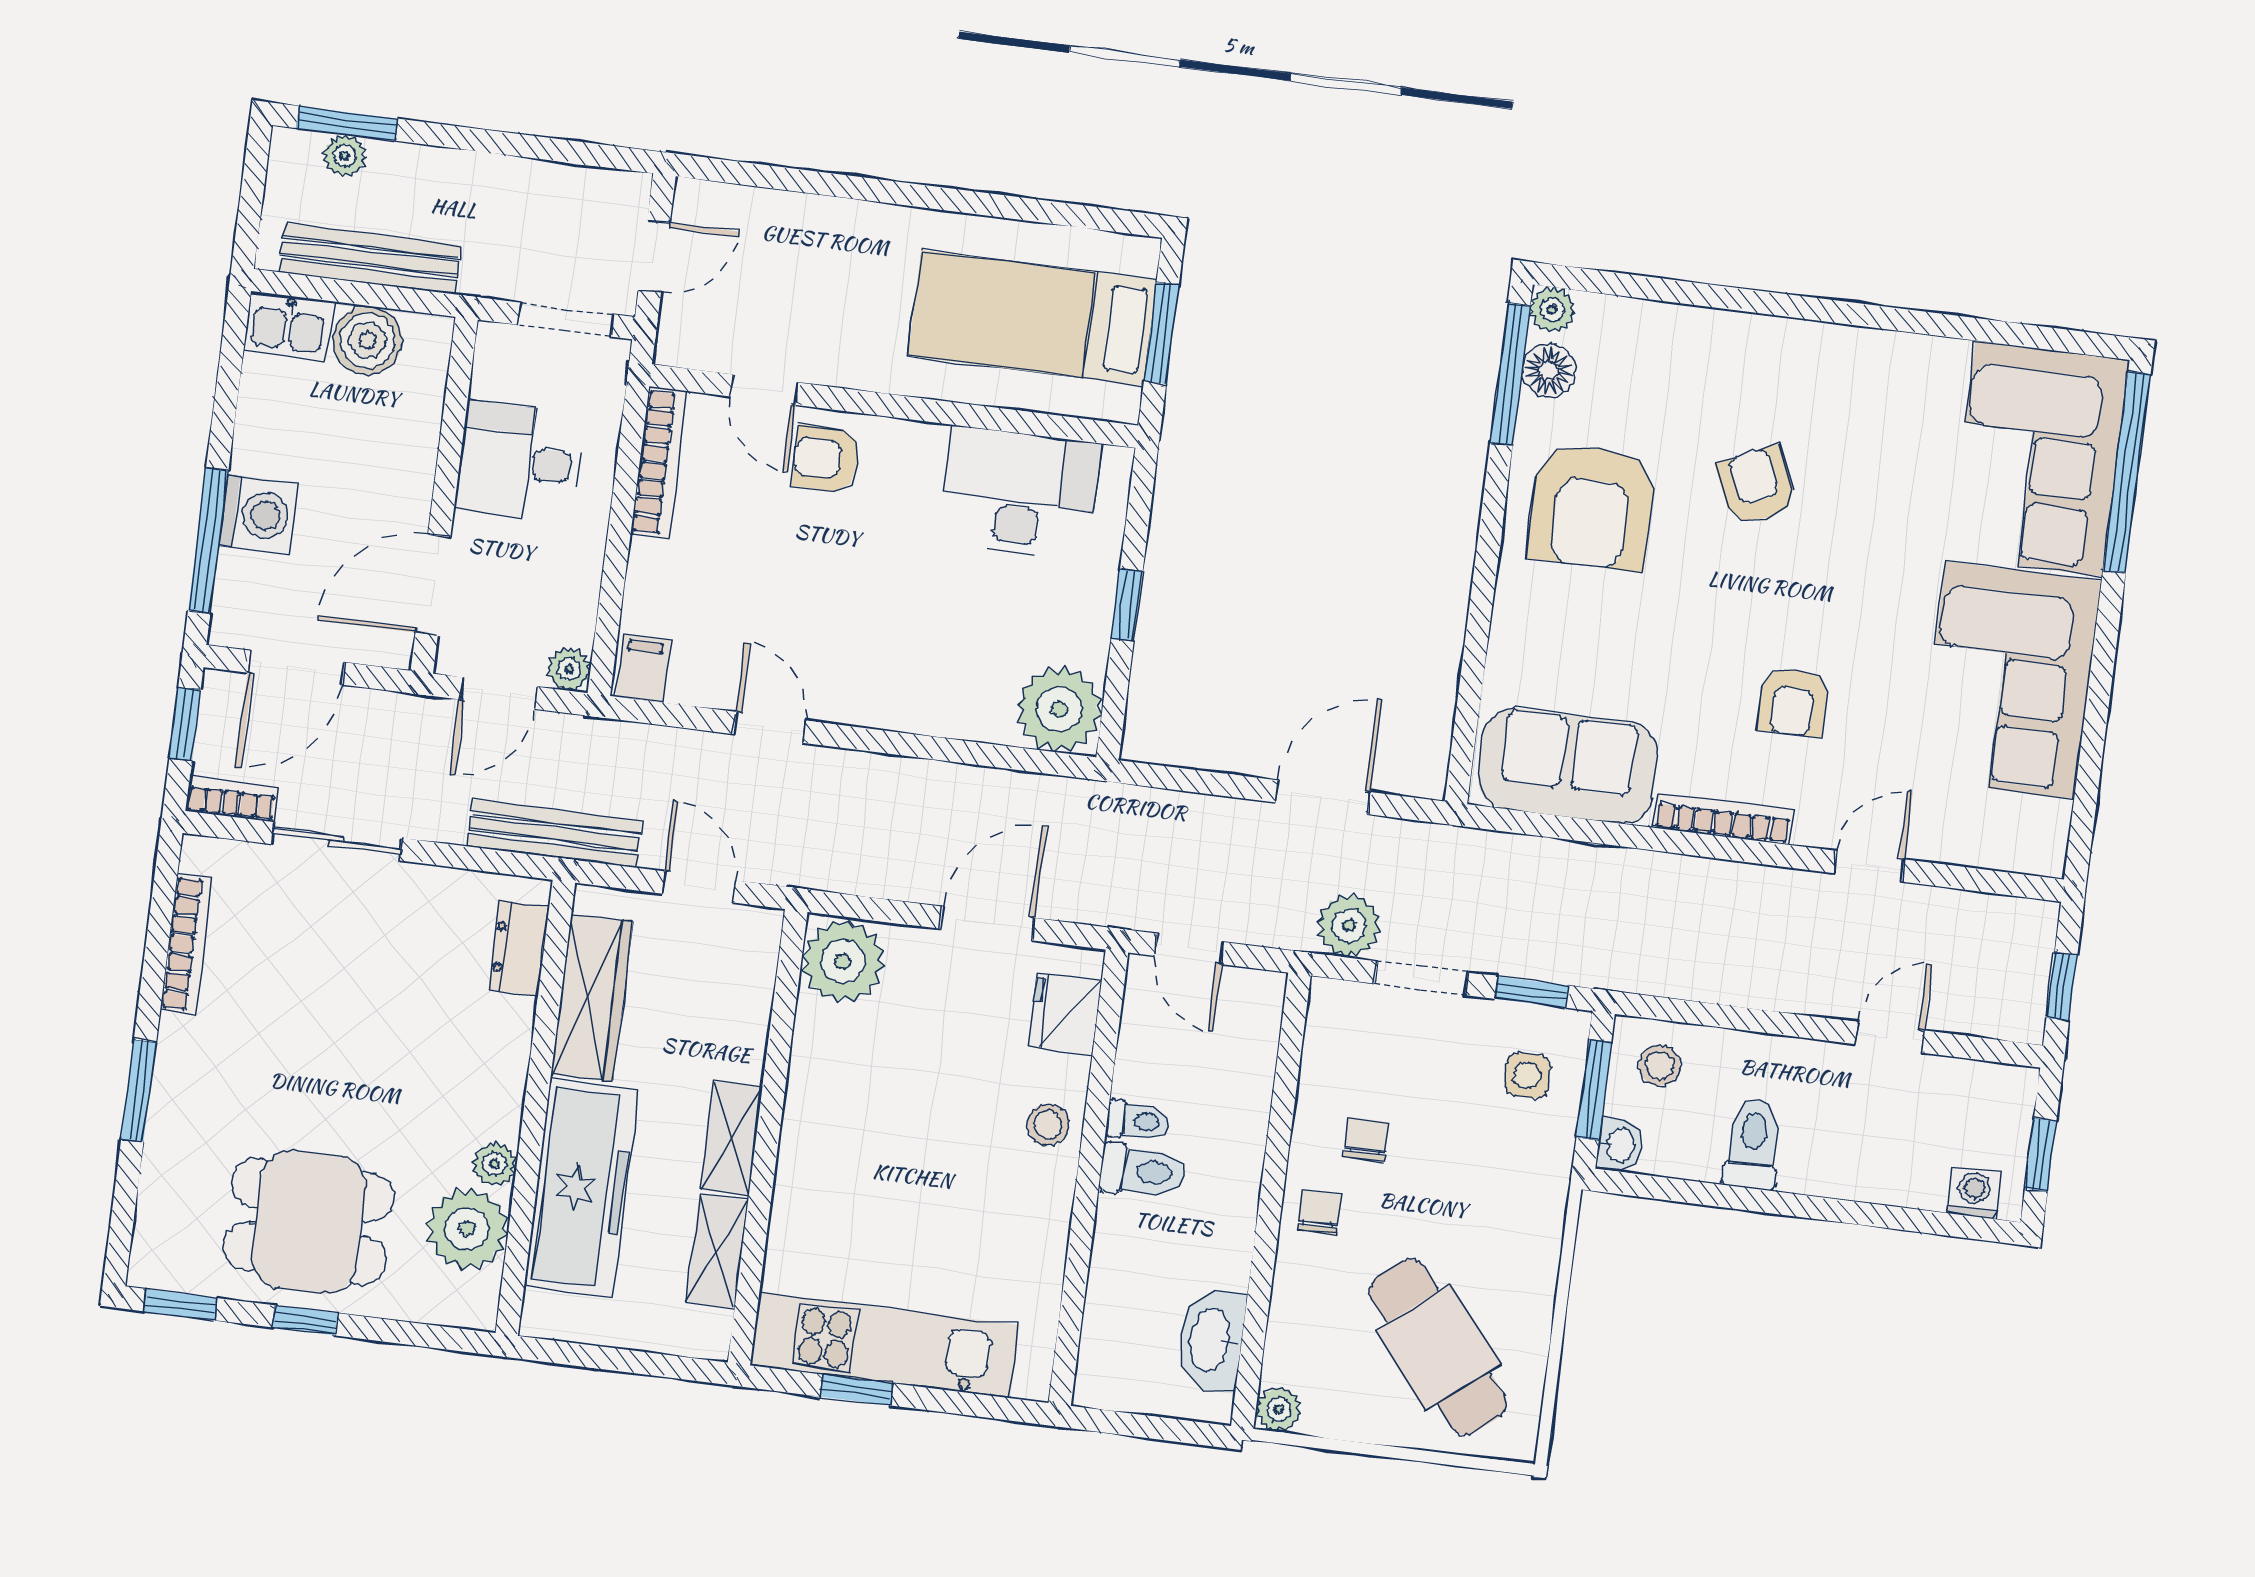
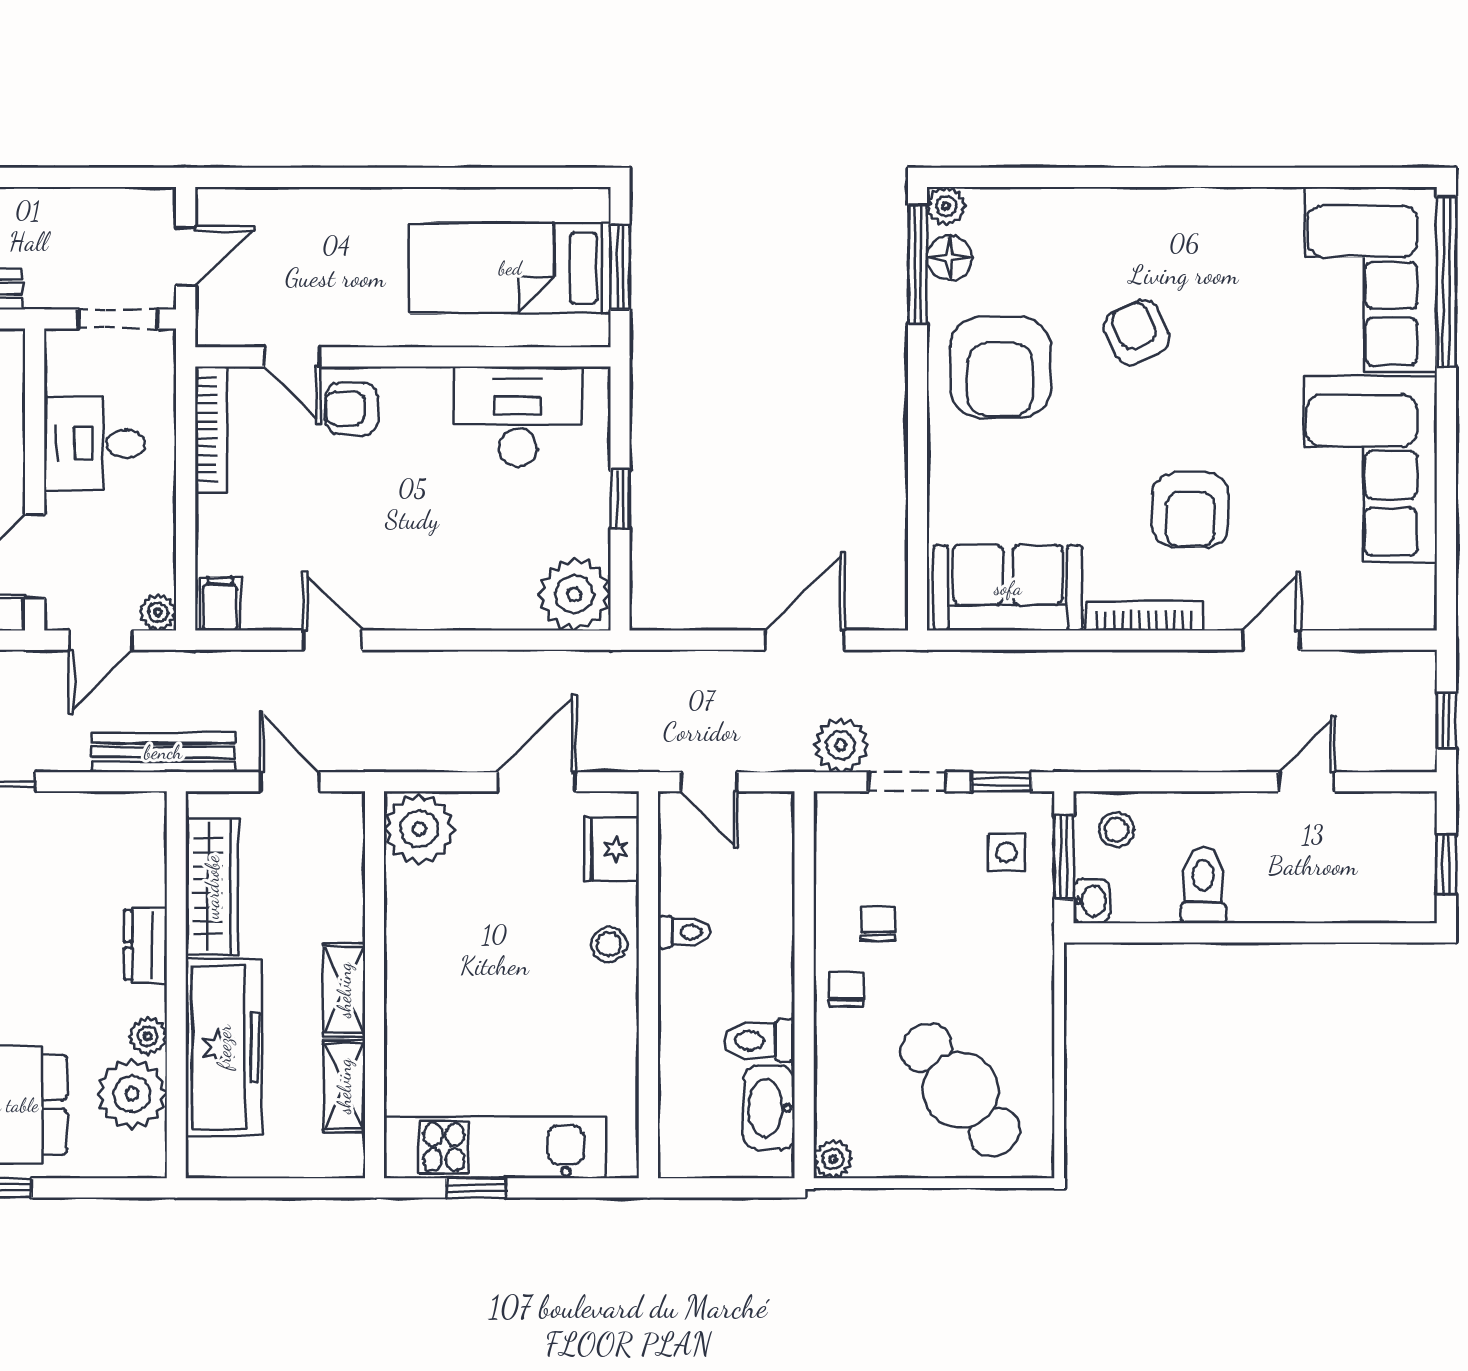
armchair: (1793, 702) -> (1190, 510), width x1.38, depth x1.38
dresser: (519, 949) -> (145, 945), moved
toilet: (1143, 1171) -> (759, 1040), moved, turned 180
washing machine: (1974, 1193) -> (1394, 903), removed

